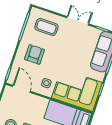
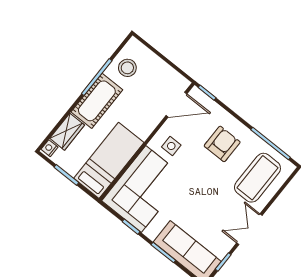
double door: (78, 21) -> (249, 229), swing flipped
coffee table: (46, 27) -> (257, 178), width x1.36, depth x1.32
armchair: (34, 54) -> (222, 144), turned -90

